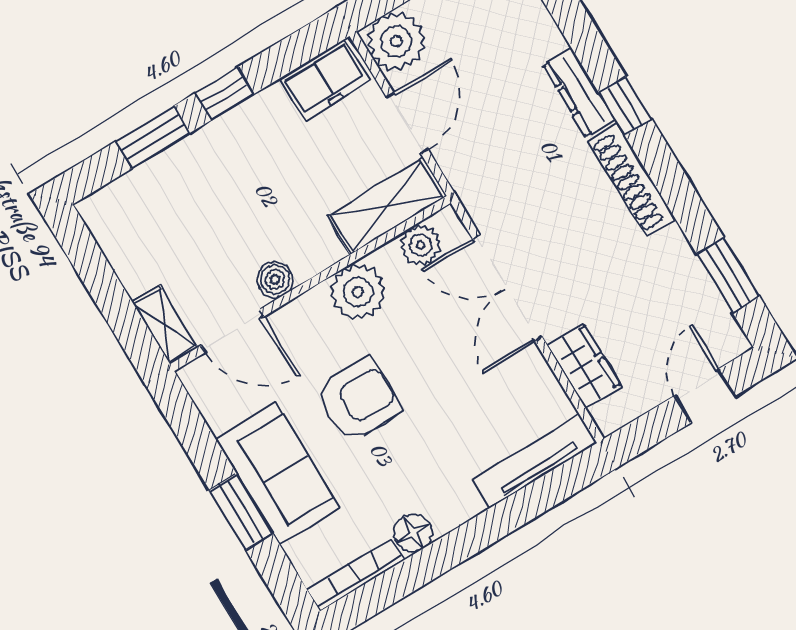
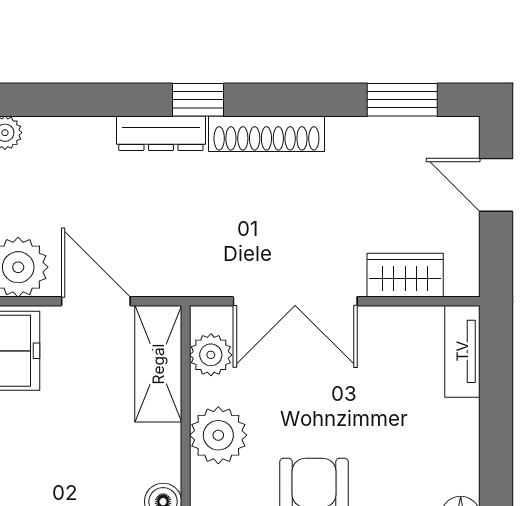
tv unit: (535, 461) -> (462, 351), width x0.71

